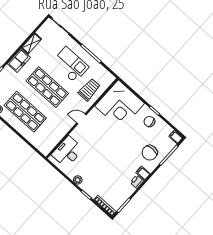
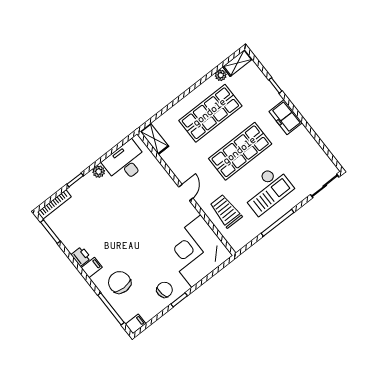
shelving: (31, 44) -> (154, 139), moved
trolley: (89, 90) -> (226, 211), turned 180
desk: (67, 152) -> (125, 162), moved, turned -90

